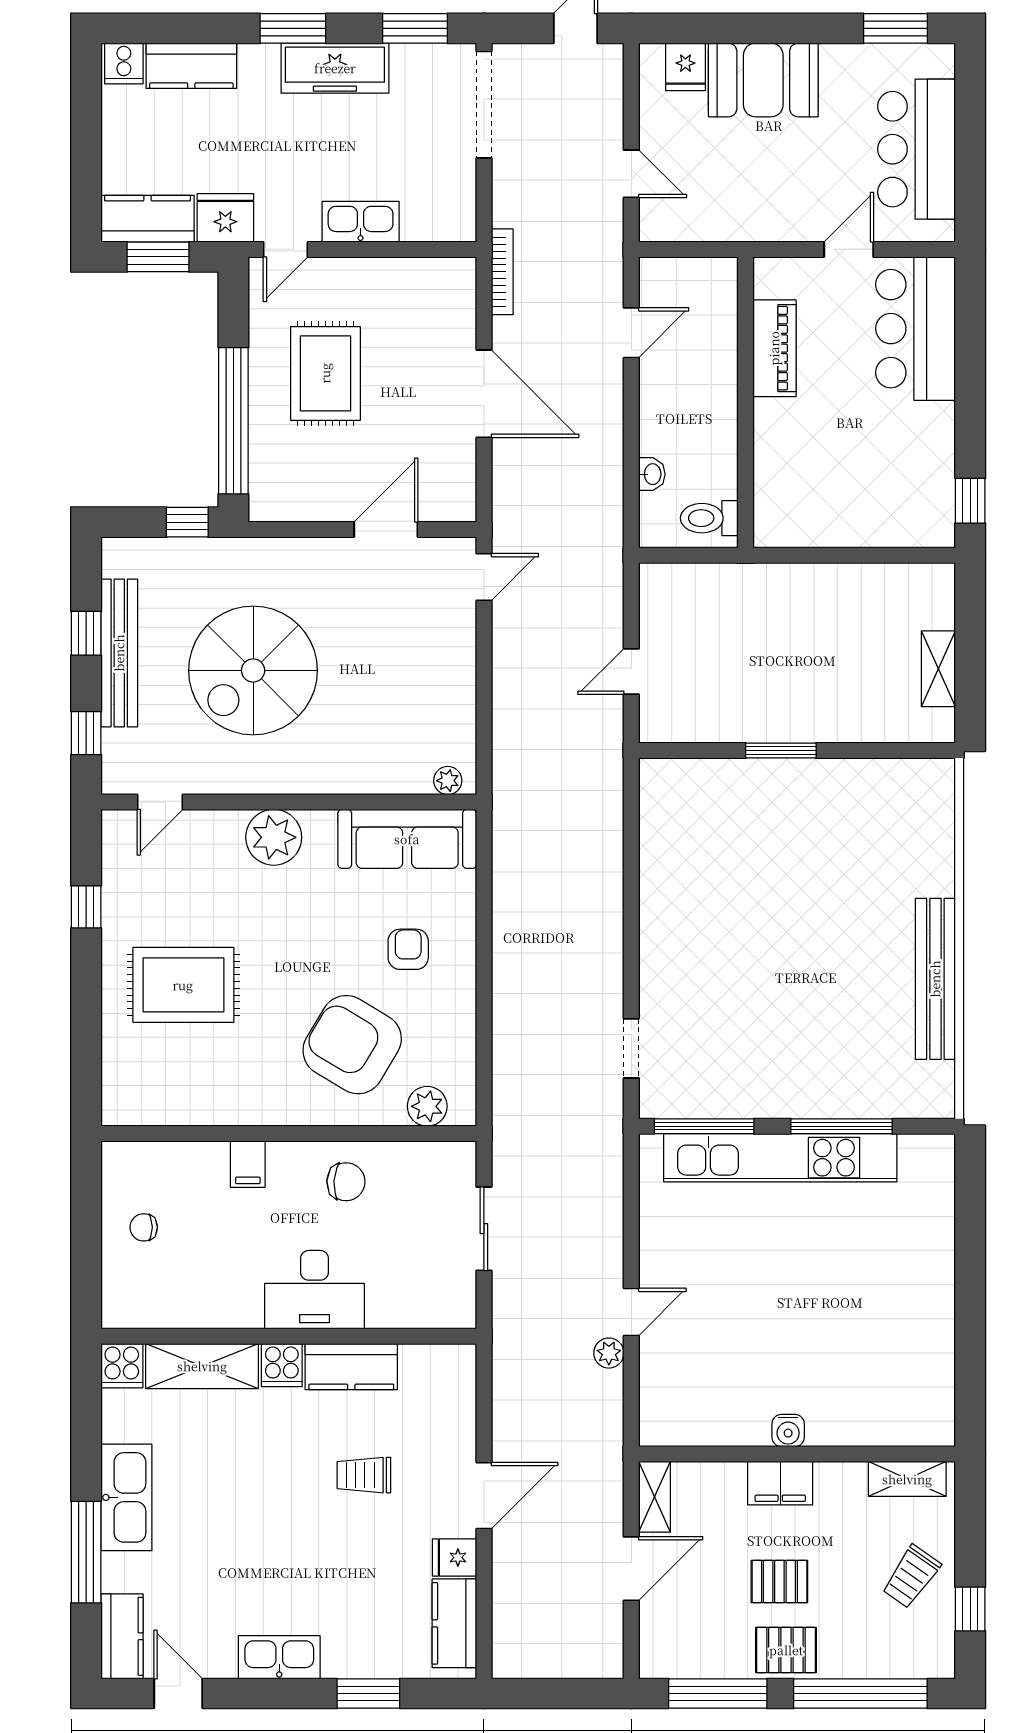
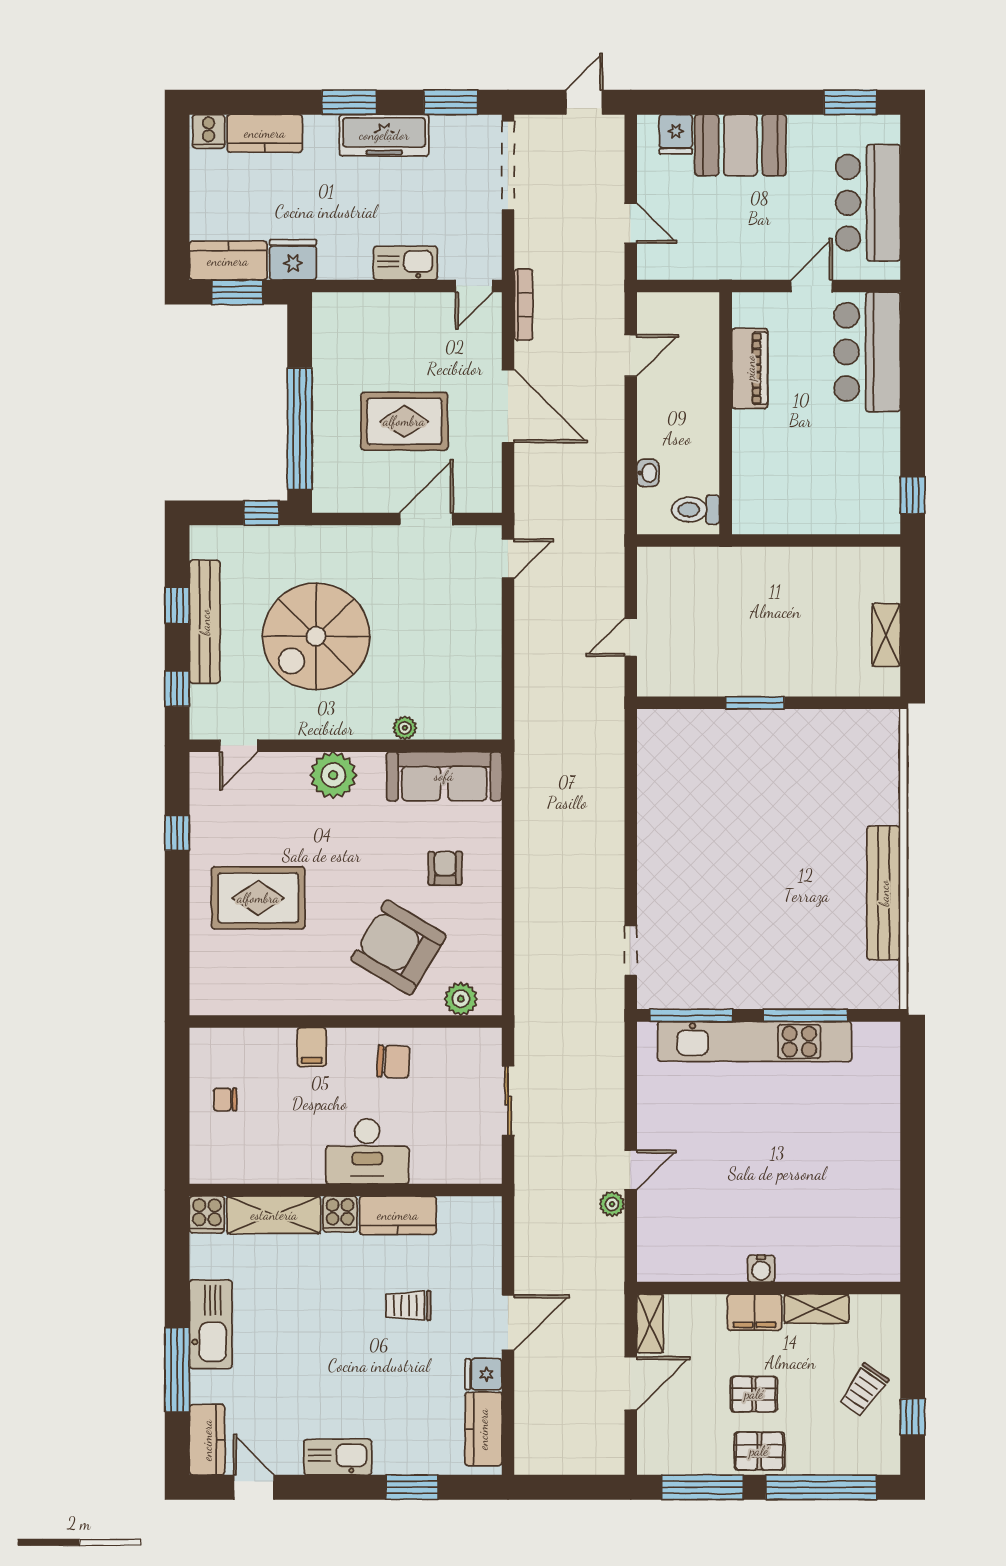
door: (286, 249) -> (474, 286), moved
rug: (325, 373) -> (404, 421), moved, turned 90
plant: (448, 781) -> (405, 728), moved
shelving: (907, 1479) -> (816, 1309), moved

